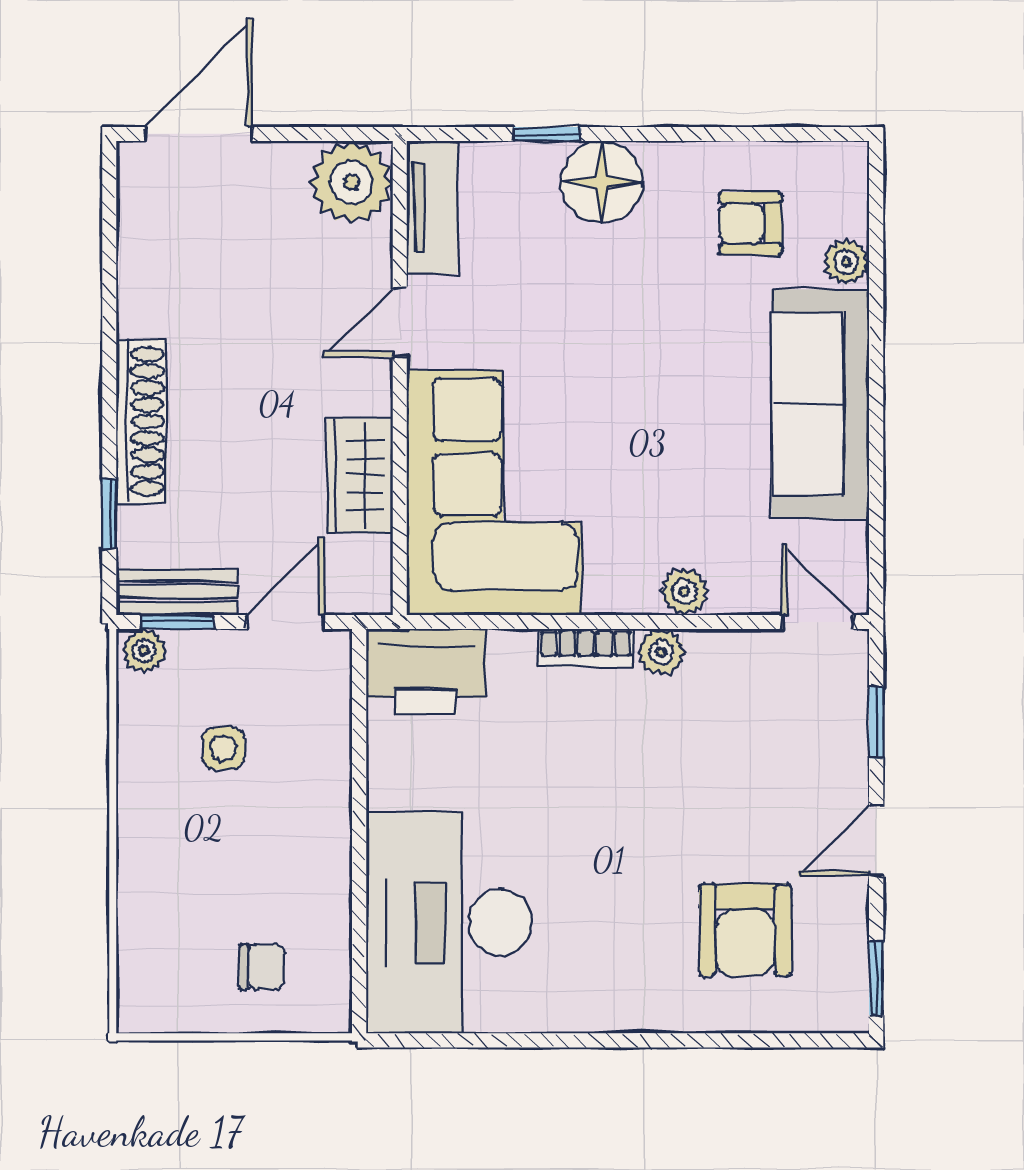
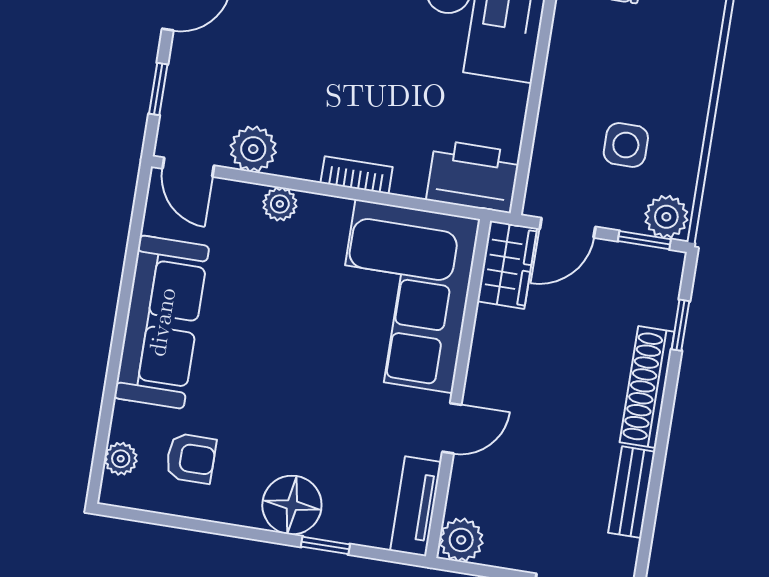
plant: (351, 182) -> (461, 540), width x0.73, depth x0.73
plant: (846, 262) -> (121, 459), moved
wardrobe: (360, 475) -> (507, 265), moved
bench: (177, 592) -> (632, 492), moved, turned 90
plant: (144, 651) -> (666, 217), width x1.38, depth x1.38
plant: (661, 652) -> (253, 149), moved, width x1.38, depth x1.38
side table: (224, 748) -> (626, 145), width x1.37, depth x1.37

